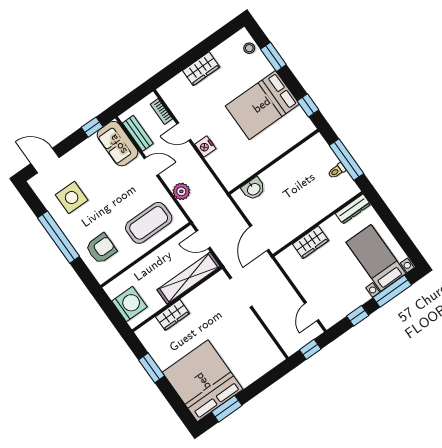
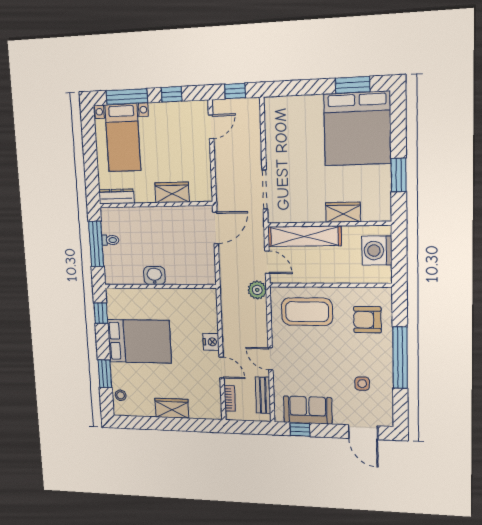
sofa: (118, 144) -> (308, 410), moved, turned -90
washbasin: (253, 189) -> (154, 275), moved
plant: (181, 191) -> (257, 290), moved
side table: (72, 198) -> (362, 384), width x0.54, depth x0.54

